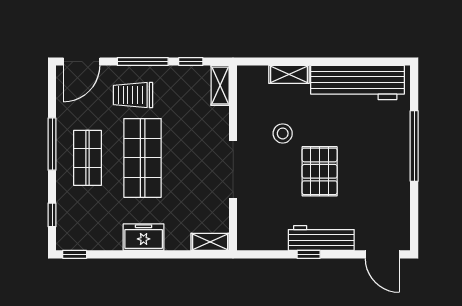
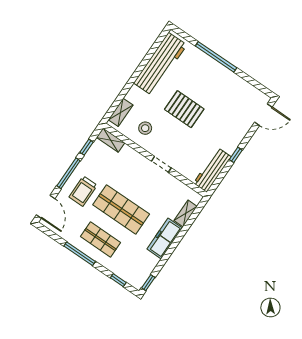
shelving: (289, 74) -> (121, 112), moved
stool: (283, 133) -> (145, 128), moved
doorway: (233, 170) -> (161, 164), width x0.53
pallet: (320, 171) -> (184, 109), moved
freezer: (144, 237) -> (165, 239), width x1.40
workbench: (321, 238) -> (212, 170), moved
shelving: (210, 242) -> (186, 213), moved

